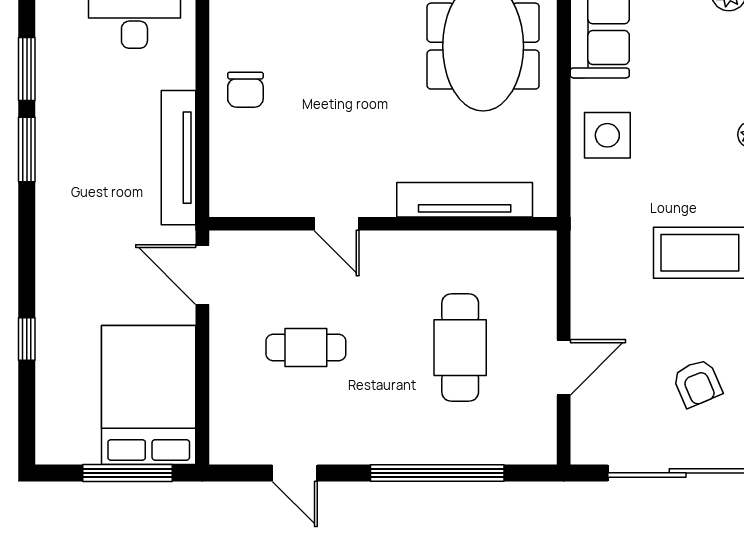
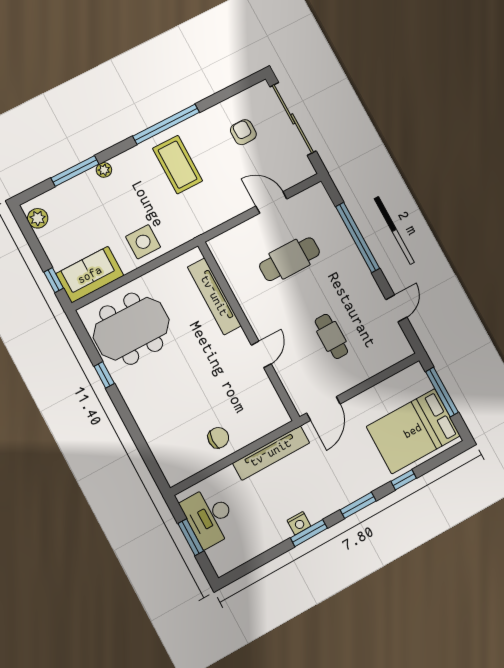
window: (27, 69) -> (358, 505), moved
nightstand: (50, 142) -> (299, 523), added
armchair: (697, 383) -> (243, 132), turned -67
bed: (149, 395) -> (413, 431), moved

